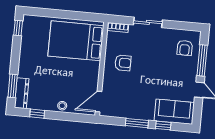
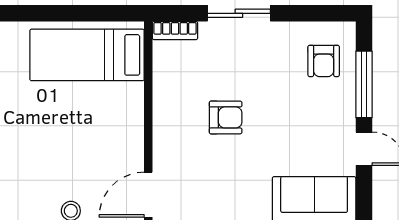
bed: (76, 41) -> (87, 55), width x0.67
armchair: (123, 63) -> (226, 117), moved

